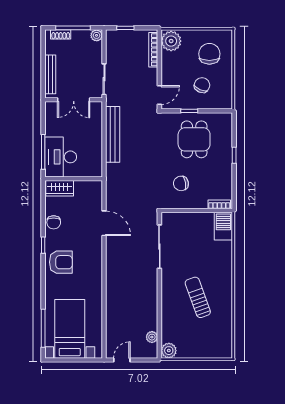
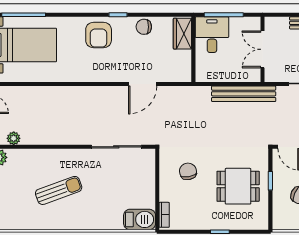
double door: (74, 100) -> (263, 49), moved
wall: (74, 100) -> (263, 49), moved
desk: (61, 157) -> (212, 35), width x0.73

